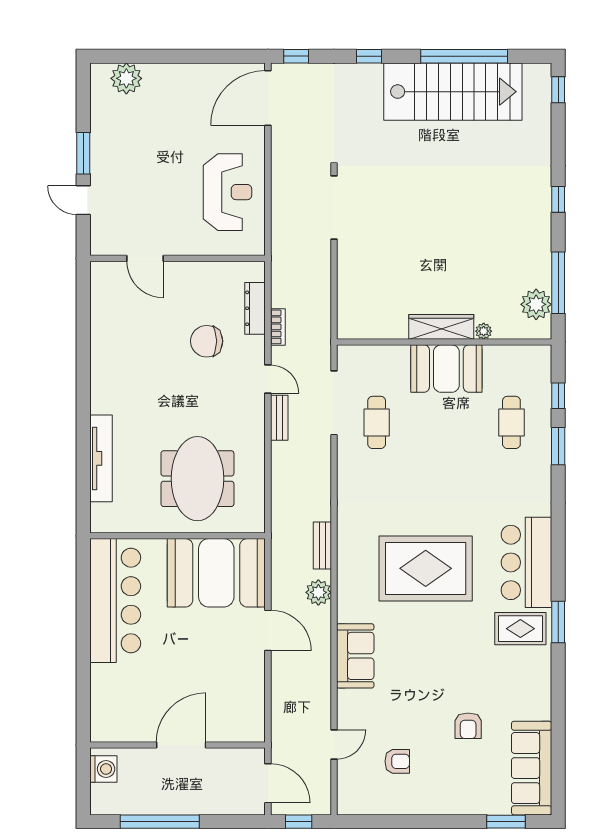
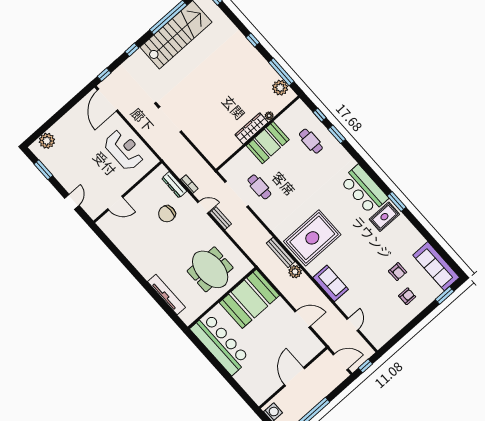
window: (83, 153) -> (43, 170), moved
door: (83, 200) -> (72, 202), swing flipped
bench: (322, 546) -> (281, 252), width x1.36
rug: (426, 568) -> (312, 238), moved
door: (268, 630) -> (303, 319), moved
armchair: (397, 761) -> (407, 296), moved

